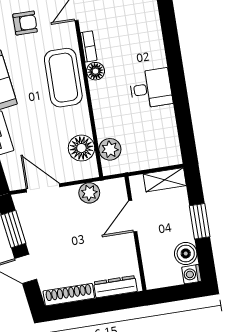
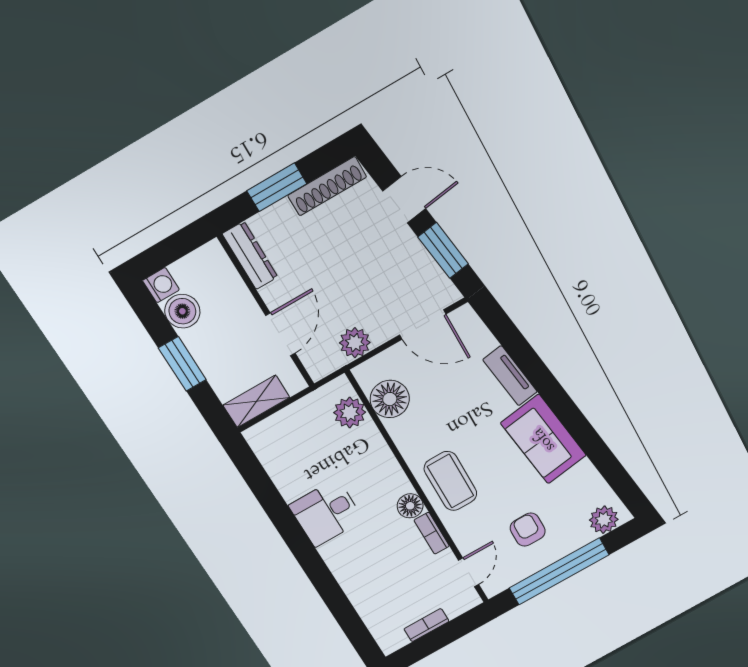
armchair: (25, 23) -> (528, 530), turned 90
coffee table: (63, 78) -> (450, 481), width x0.73, depth x0.76
dresser: (115, 287) -> (250, 256), moved, turned -90
window: (99, 305) -> (277, 187), added

